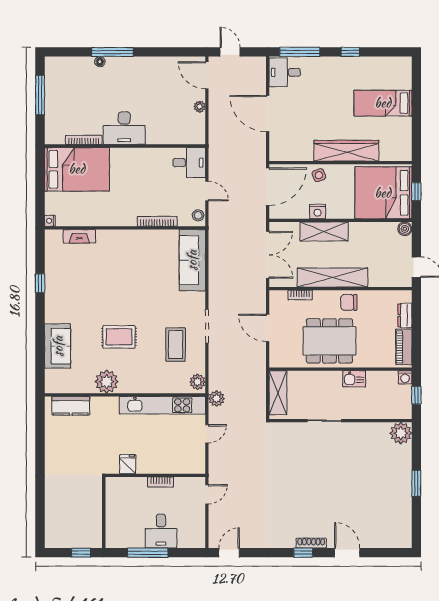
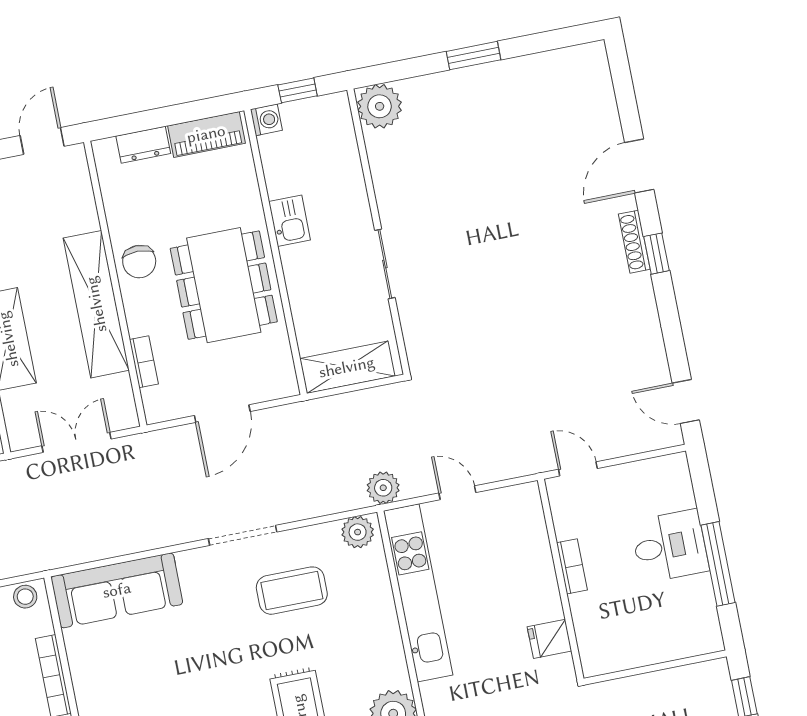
double door: (268, 255) -> (76, 442), width x0.73

